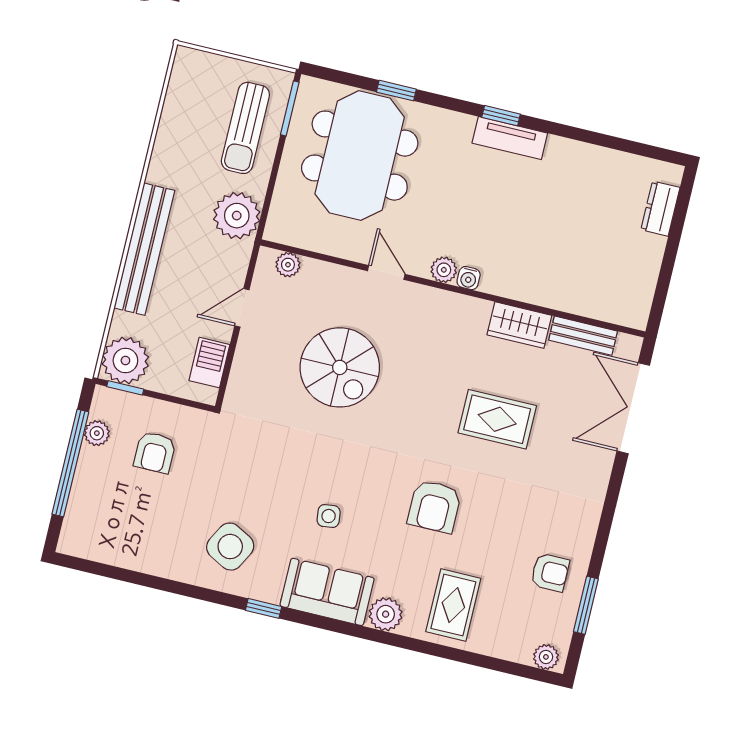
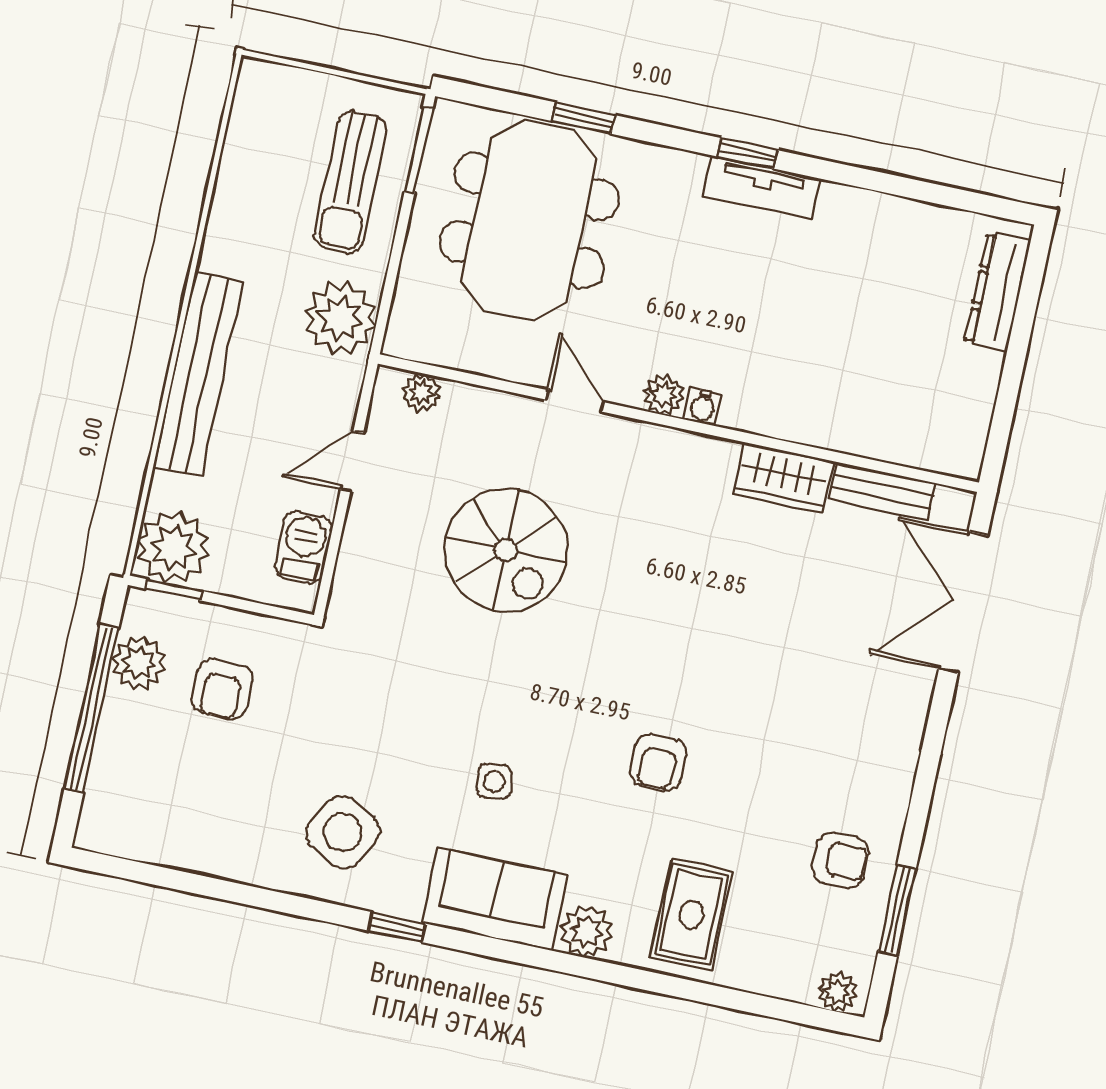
dresser: (660, 209) -> (998, 291), width x1.44
rug: (497, 419) -> (752, 625), removed
plant: (97, 433) -> (139, 663), width x1.38, depth x1.38
armchair: (434, 506) -> (658, 762), width x0.72, depth x0.72

